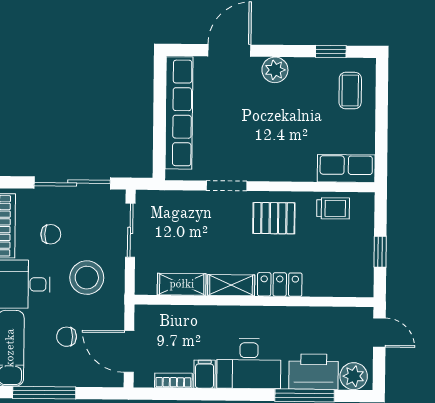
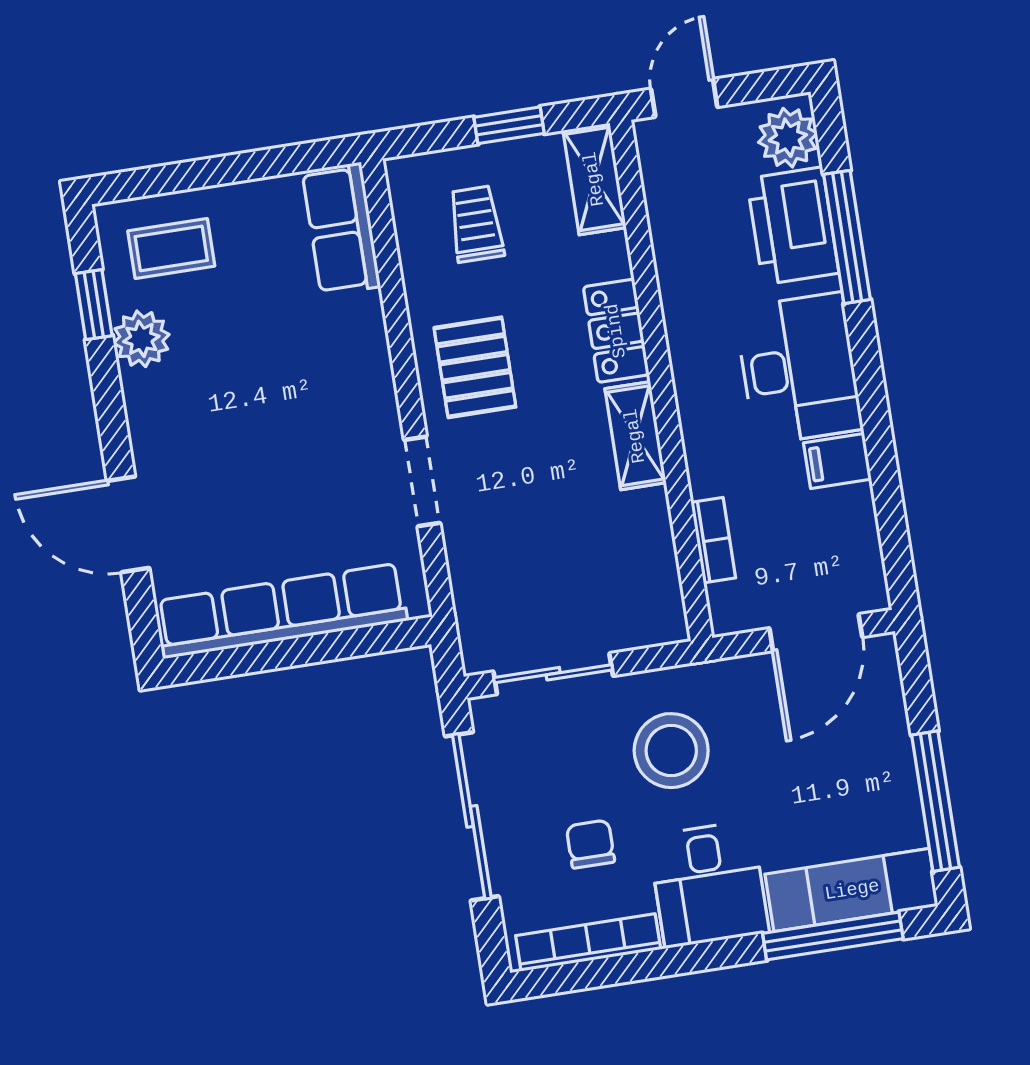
plant: (275, 70) -> (141, 339), moved
trolley: (333, 208) -> (476, 224), moved
shelving: (182, 284) -> (594, 179), moved
chair: (67, 337) -> (806, 773), removed
bookcase: (173, 380) -> (713, 540), moved, turned 180

